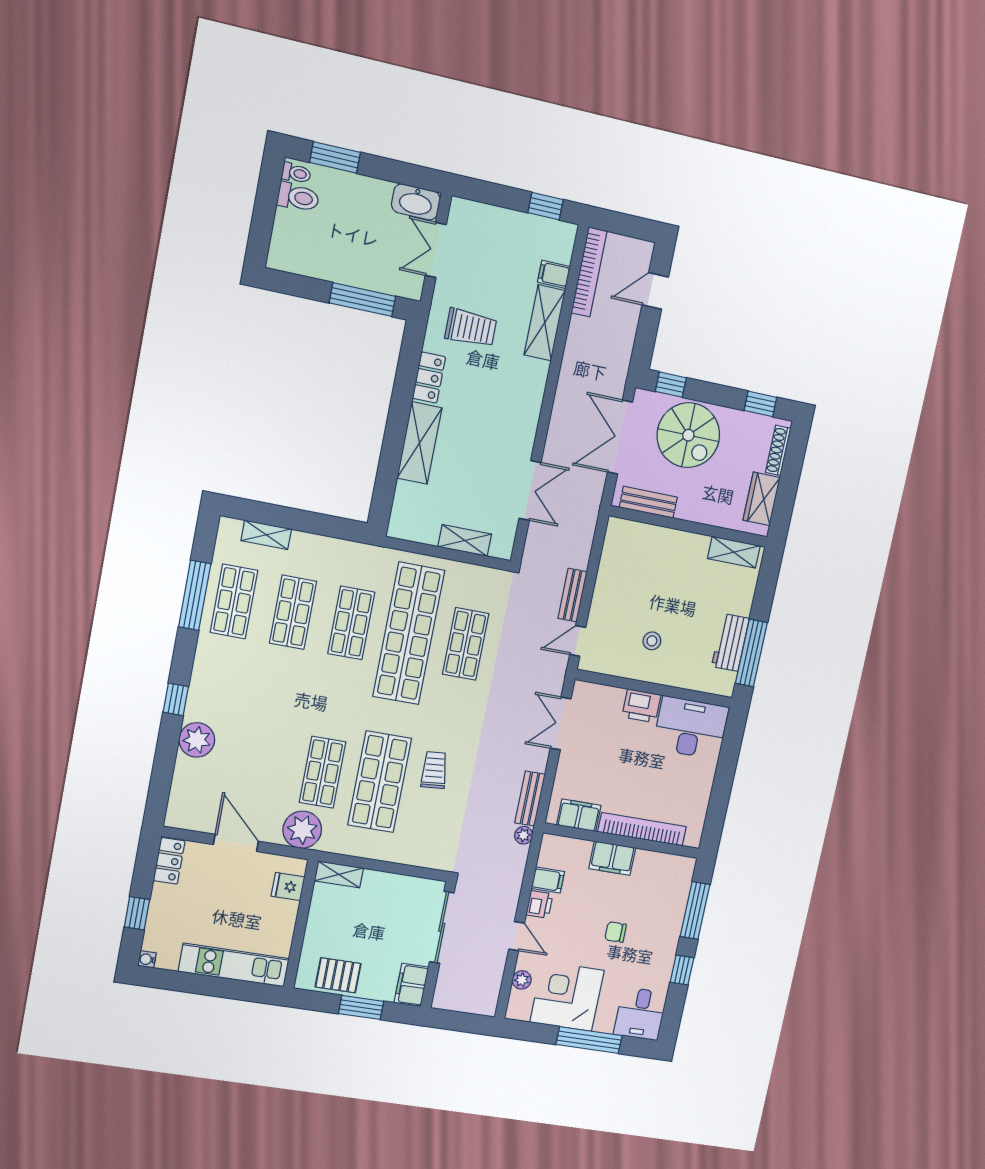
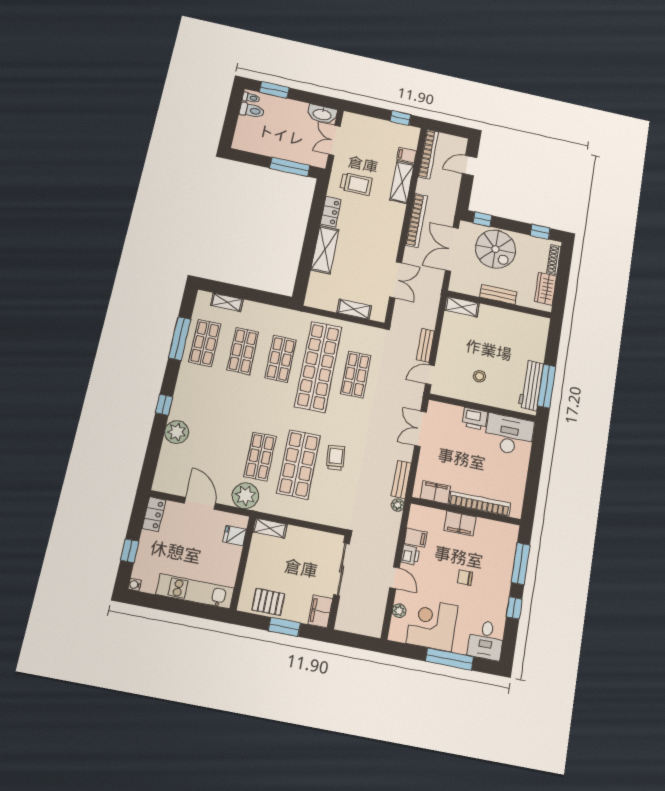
bookcase: (566, 389) -> (416, 220), added
bench: (648, 502) -> (498, 295), moved
shelving: (734, 552) -> (462, 307), moved
workbench: (730, 643) -> (531, 385), width x1.38

